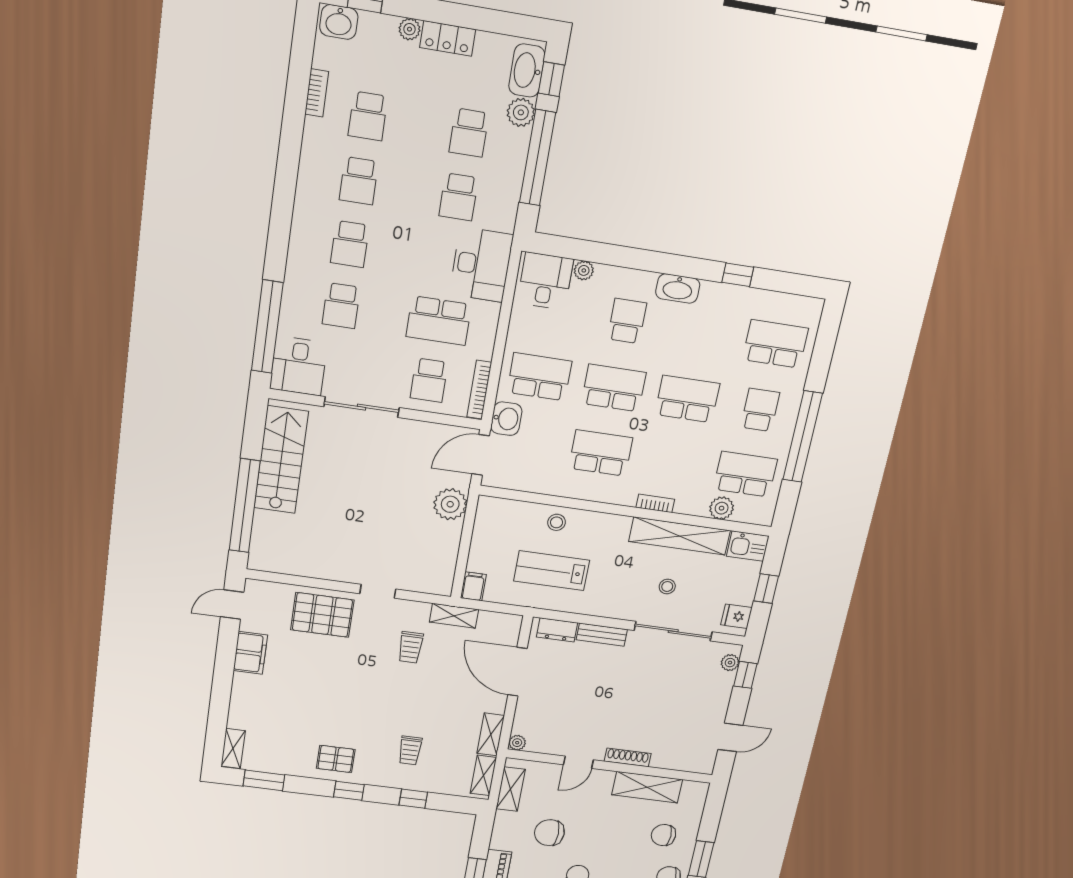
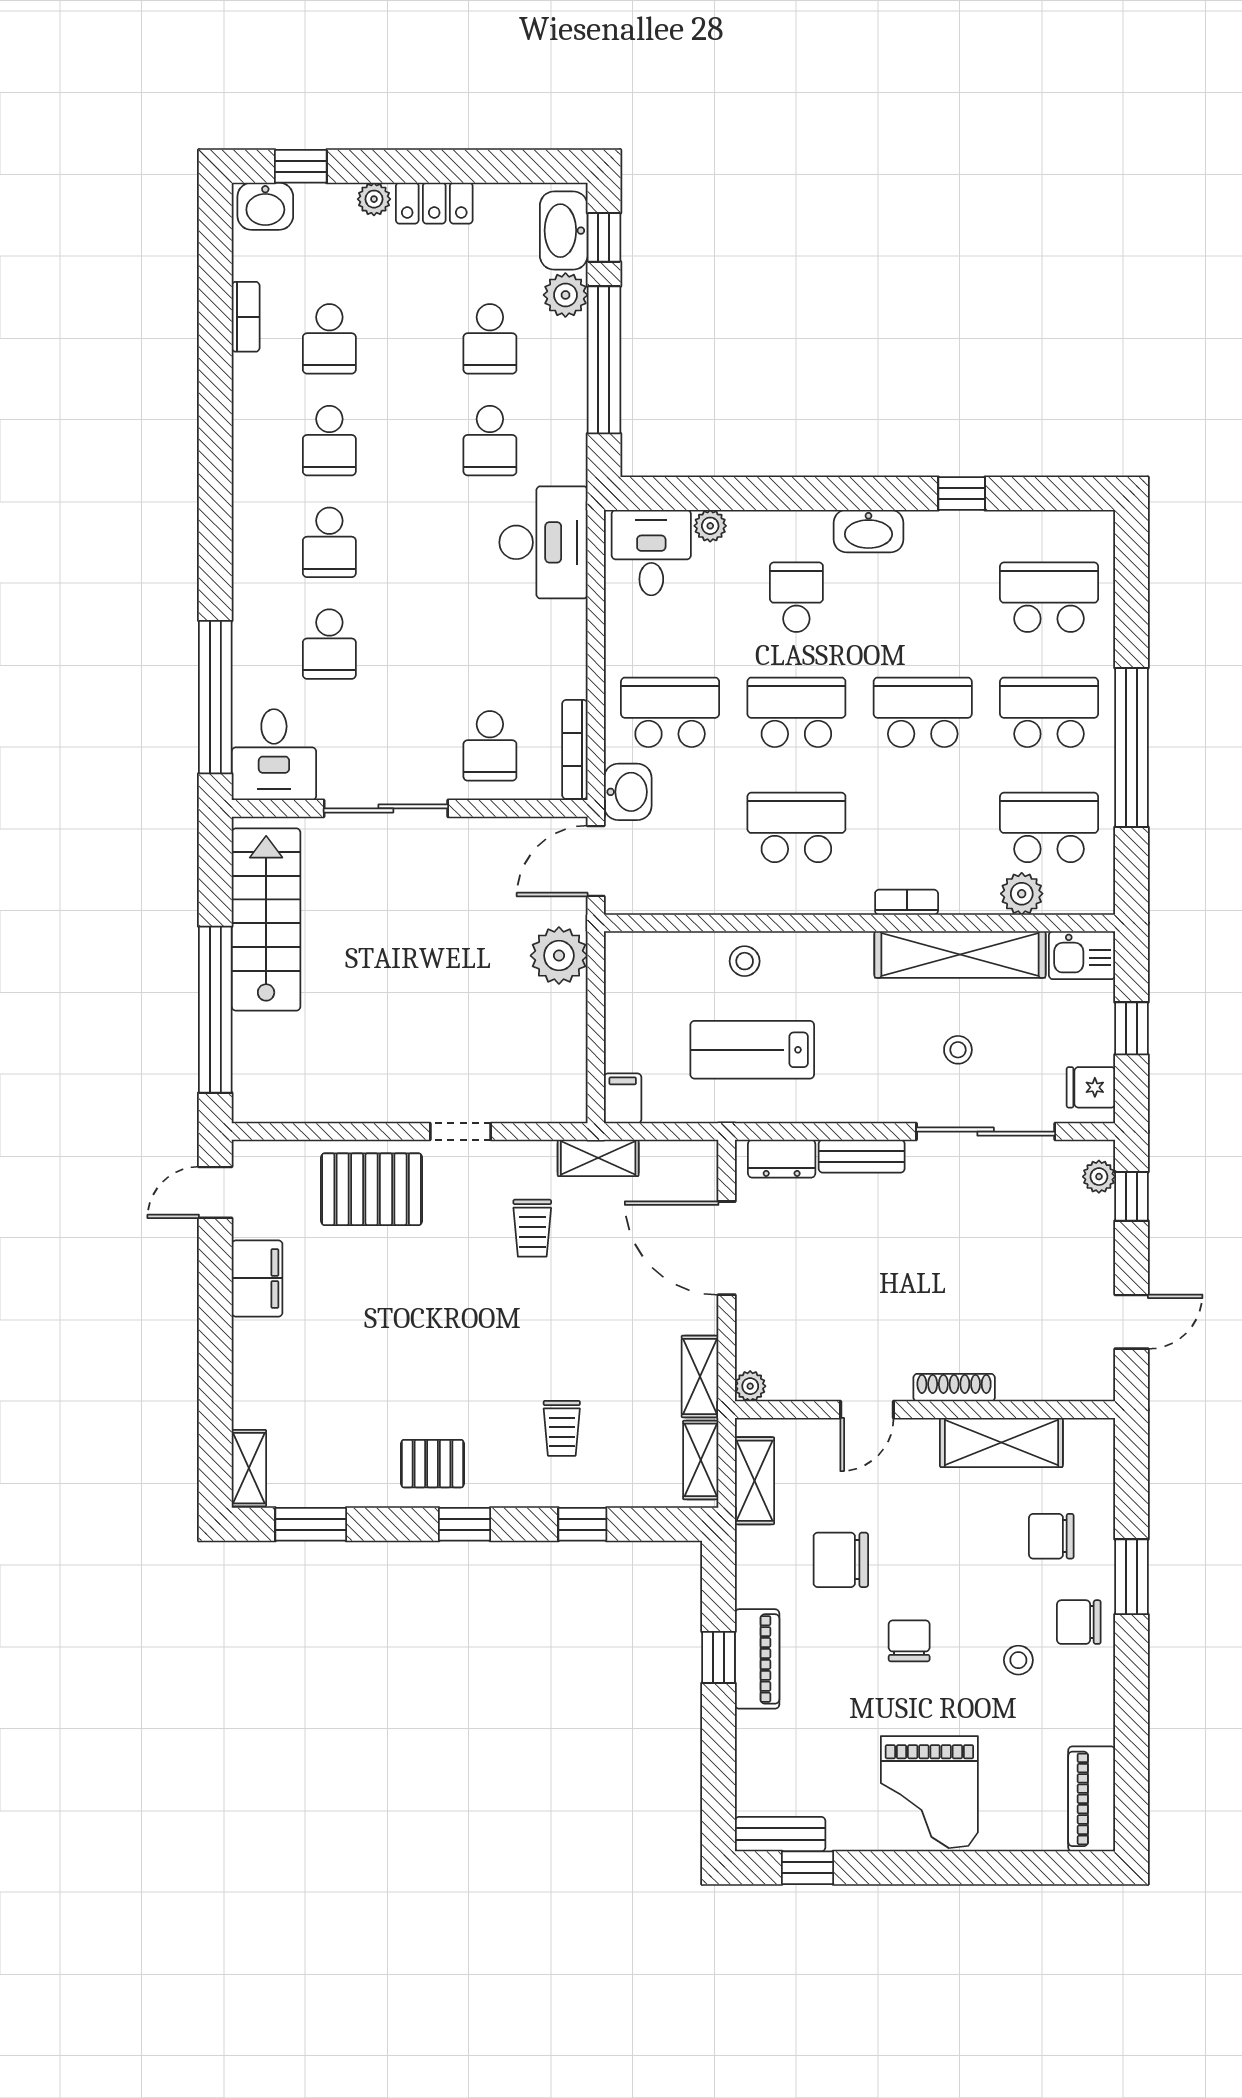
school desk: (439, 321) -> (490, 644), removed
school desk: (760, 410) -> (1049, 712), width x1.85

